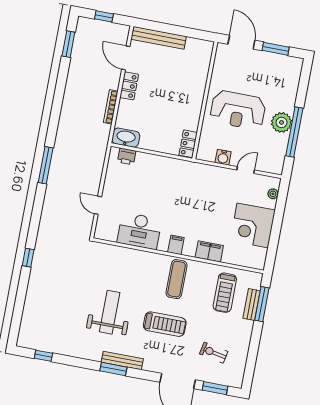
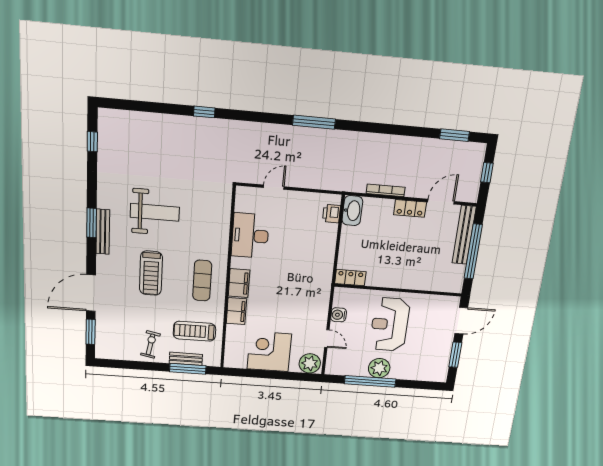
window: (175, 30) -> (473, 252), added
plant: (273, 194) -> (310, 363), width x1.88, depth x1.88
filing cabinet: (176, 245) -> (239, 283), width x2.00
exercise mat: (177, 279) -> (202, 281), turned 90
exercise bike: (214, 353) -> (150, 344), moved

